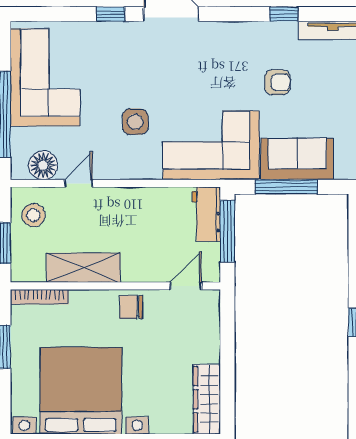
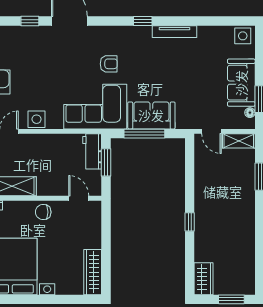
armchair: (277, 82) -> (109, 64), moved
side table: (135, 122) -> (37, 119), moved
window: (227, 231) -> (106, 162), width x0.69
door: (186, 286) -> (79, 198), hinge flipped

